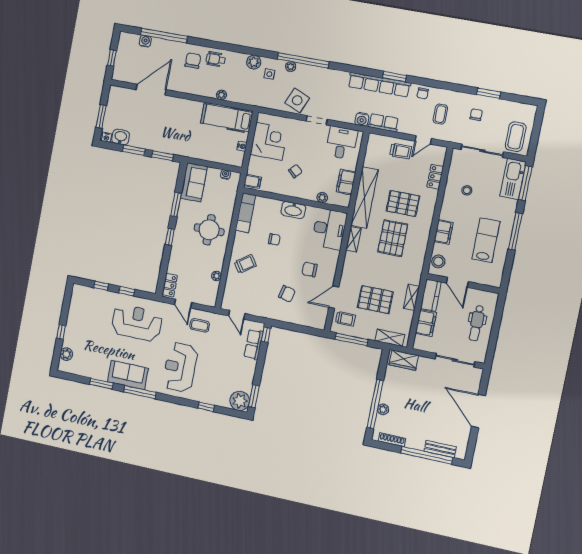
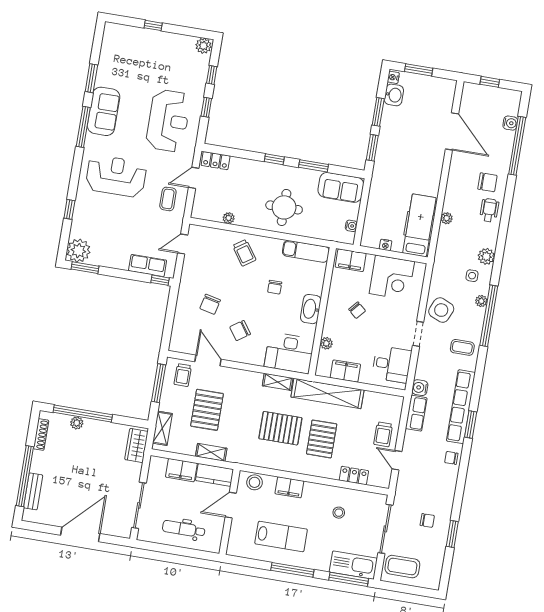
coffee table: (440, 114) -> (462, 347), moved
filing cabinet: (253, 181) -> (351, 260), width x2.00
chair: (309, 269) -> (240, 331), turned -125
plant: (66, 354) -> (204, 46), moved

